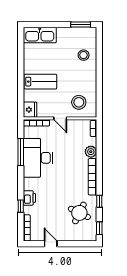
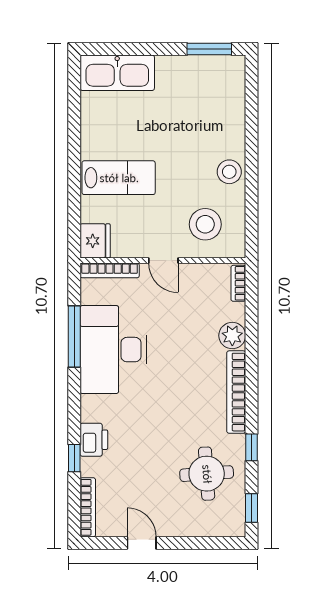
stool: (84, 55) -> (229, 172), moved
round table: (79, 213) -> (207, 474), turned -30

